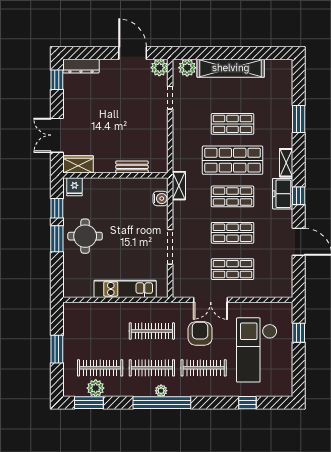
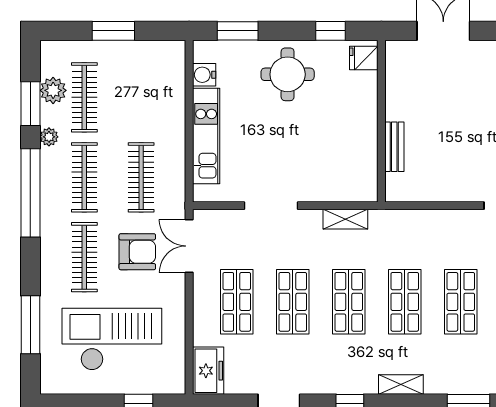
shop shelf: (233, 160) -> (405, 302), width x0.70, depth x0.74
wardrobe: (78, 164) -> (398, 63), removed
shelving: (179, 186) -> (345, 219), moved
freezer: (283, 194) -> (208, 371), moved, turned 90
water cooler: (161, 199) -> (204, 75), moved, turned 90
window: (57, 239) -> (238, 31), moved
double door: (211, 300) -> (189, 246), moved
plant: (161, 391) -> (49, 137), moved
window: (89, 403) -> (30, 104), moved
window: (247, 403) -> (30, 325), width x2.17

